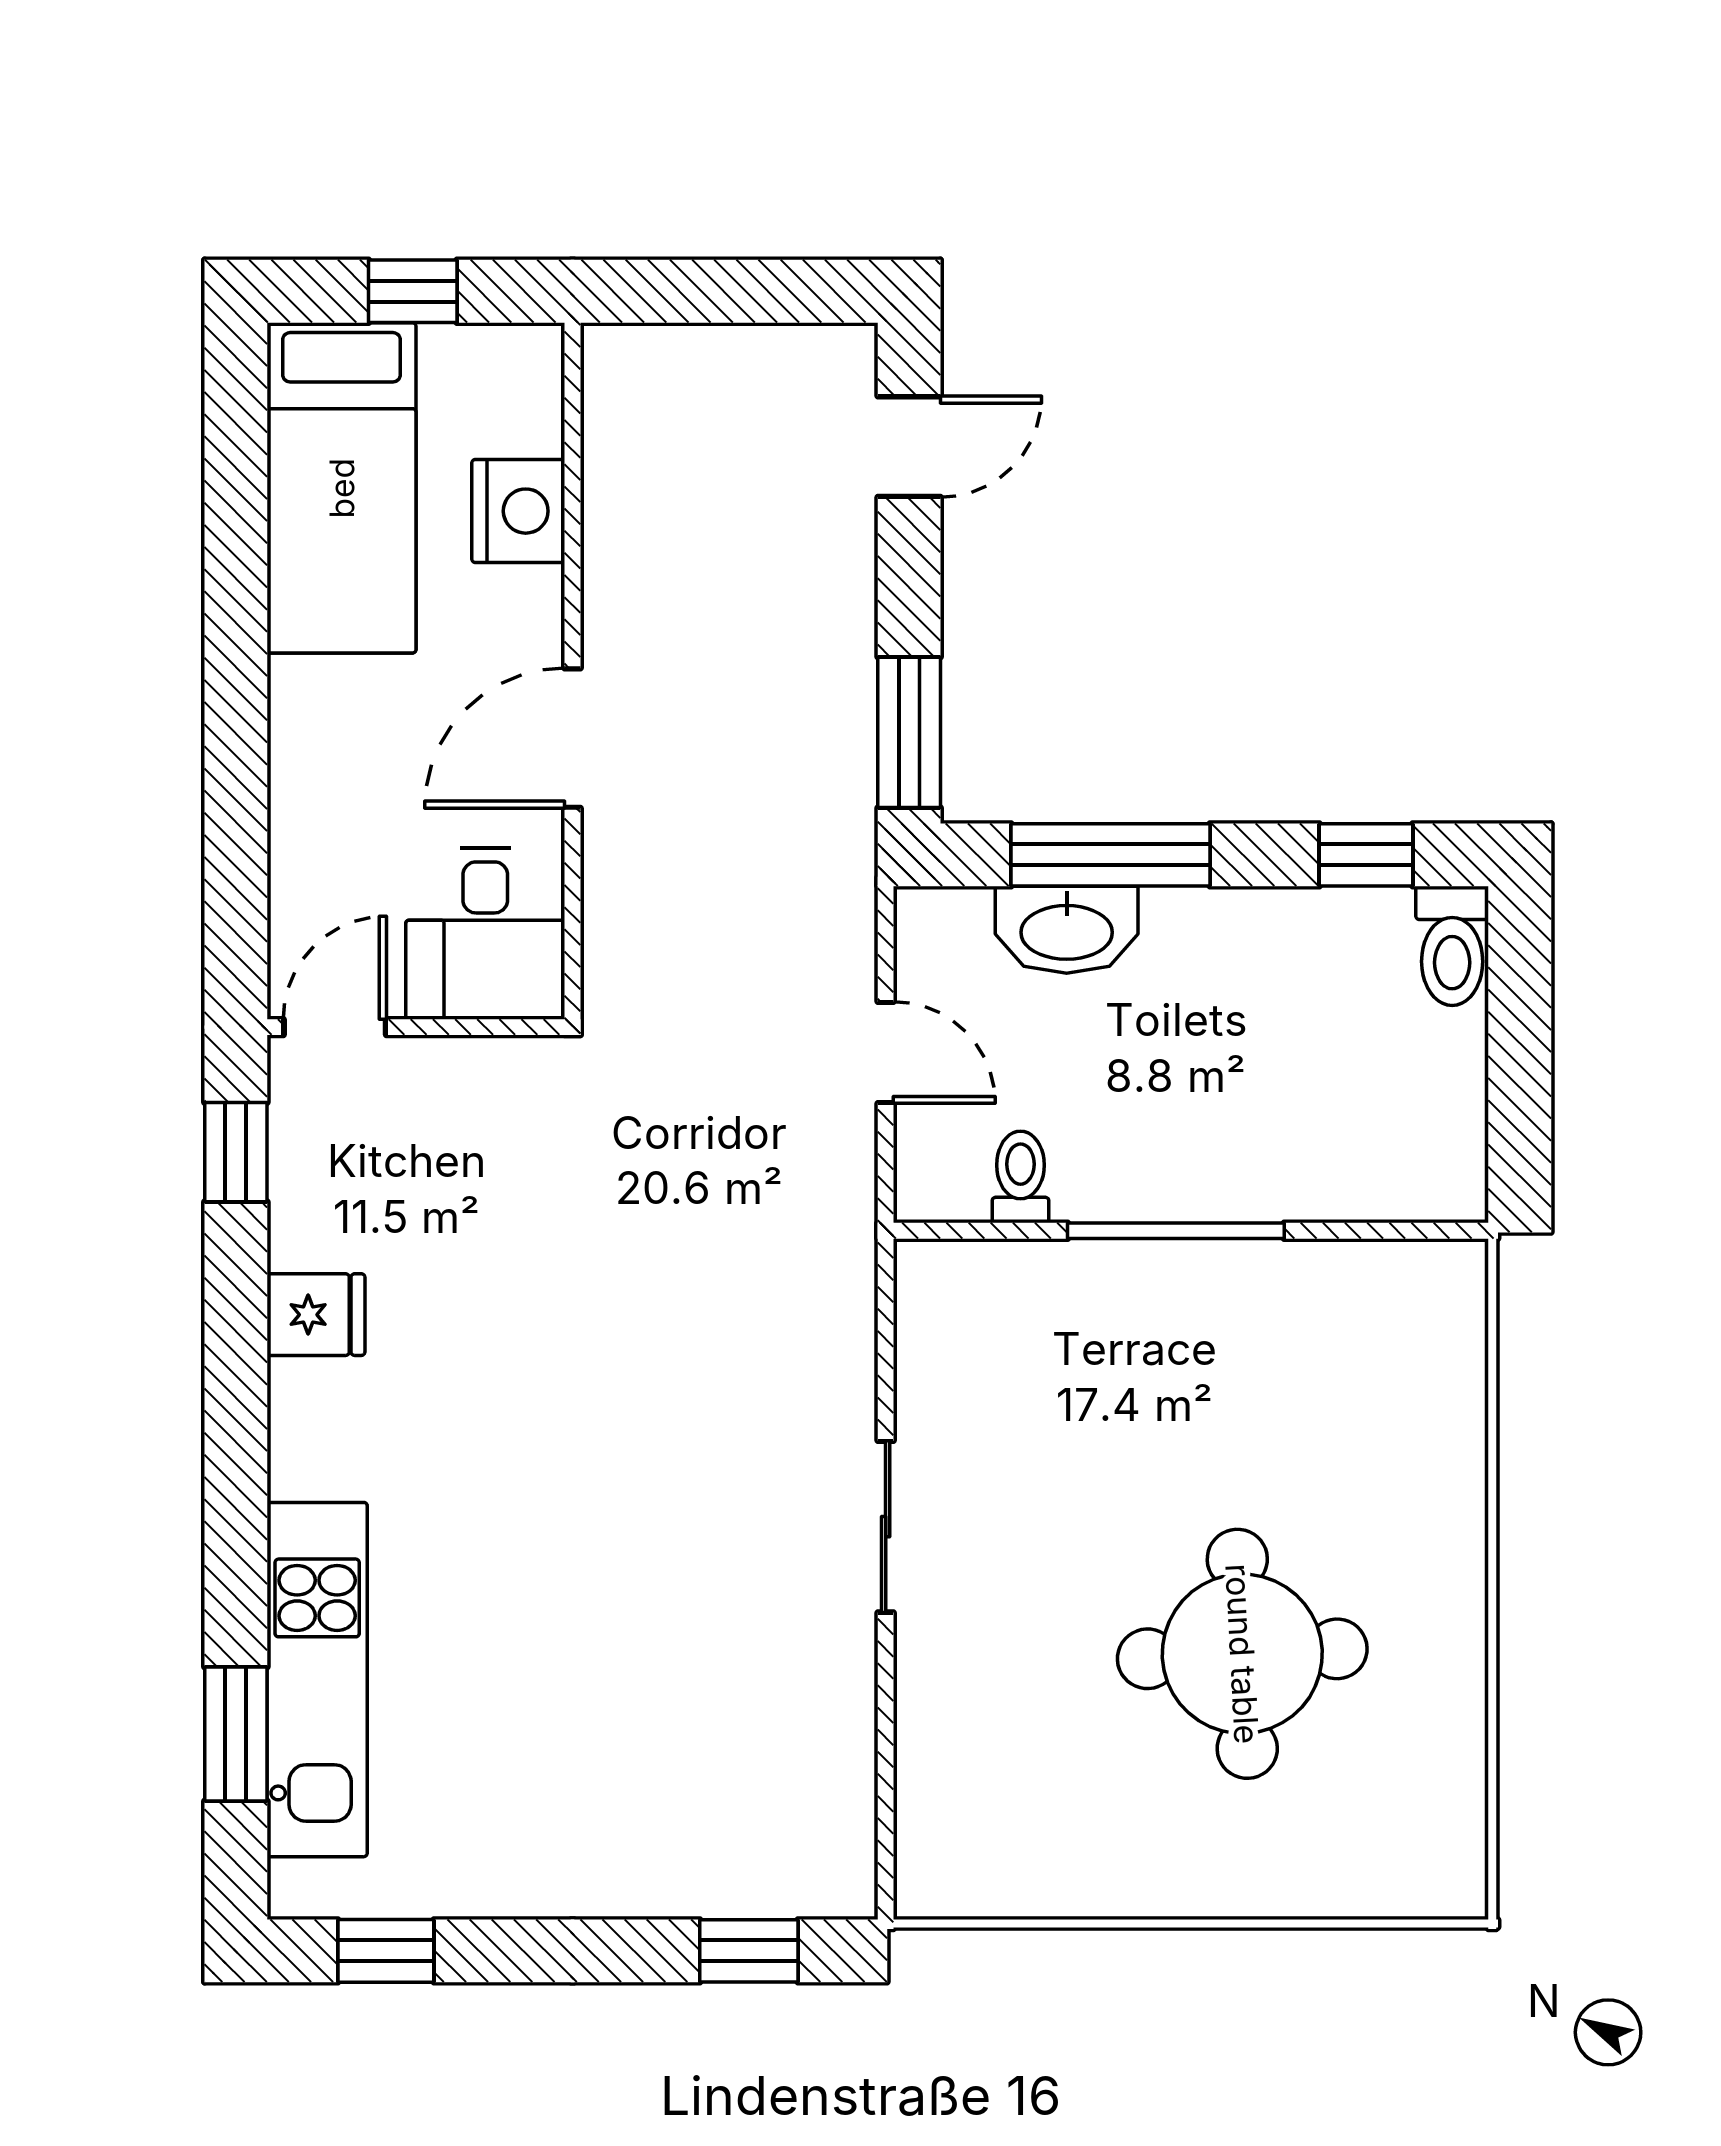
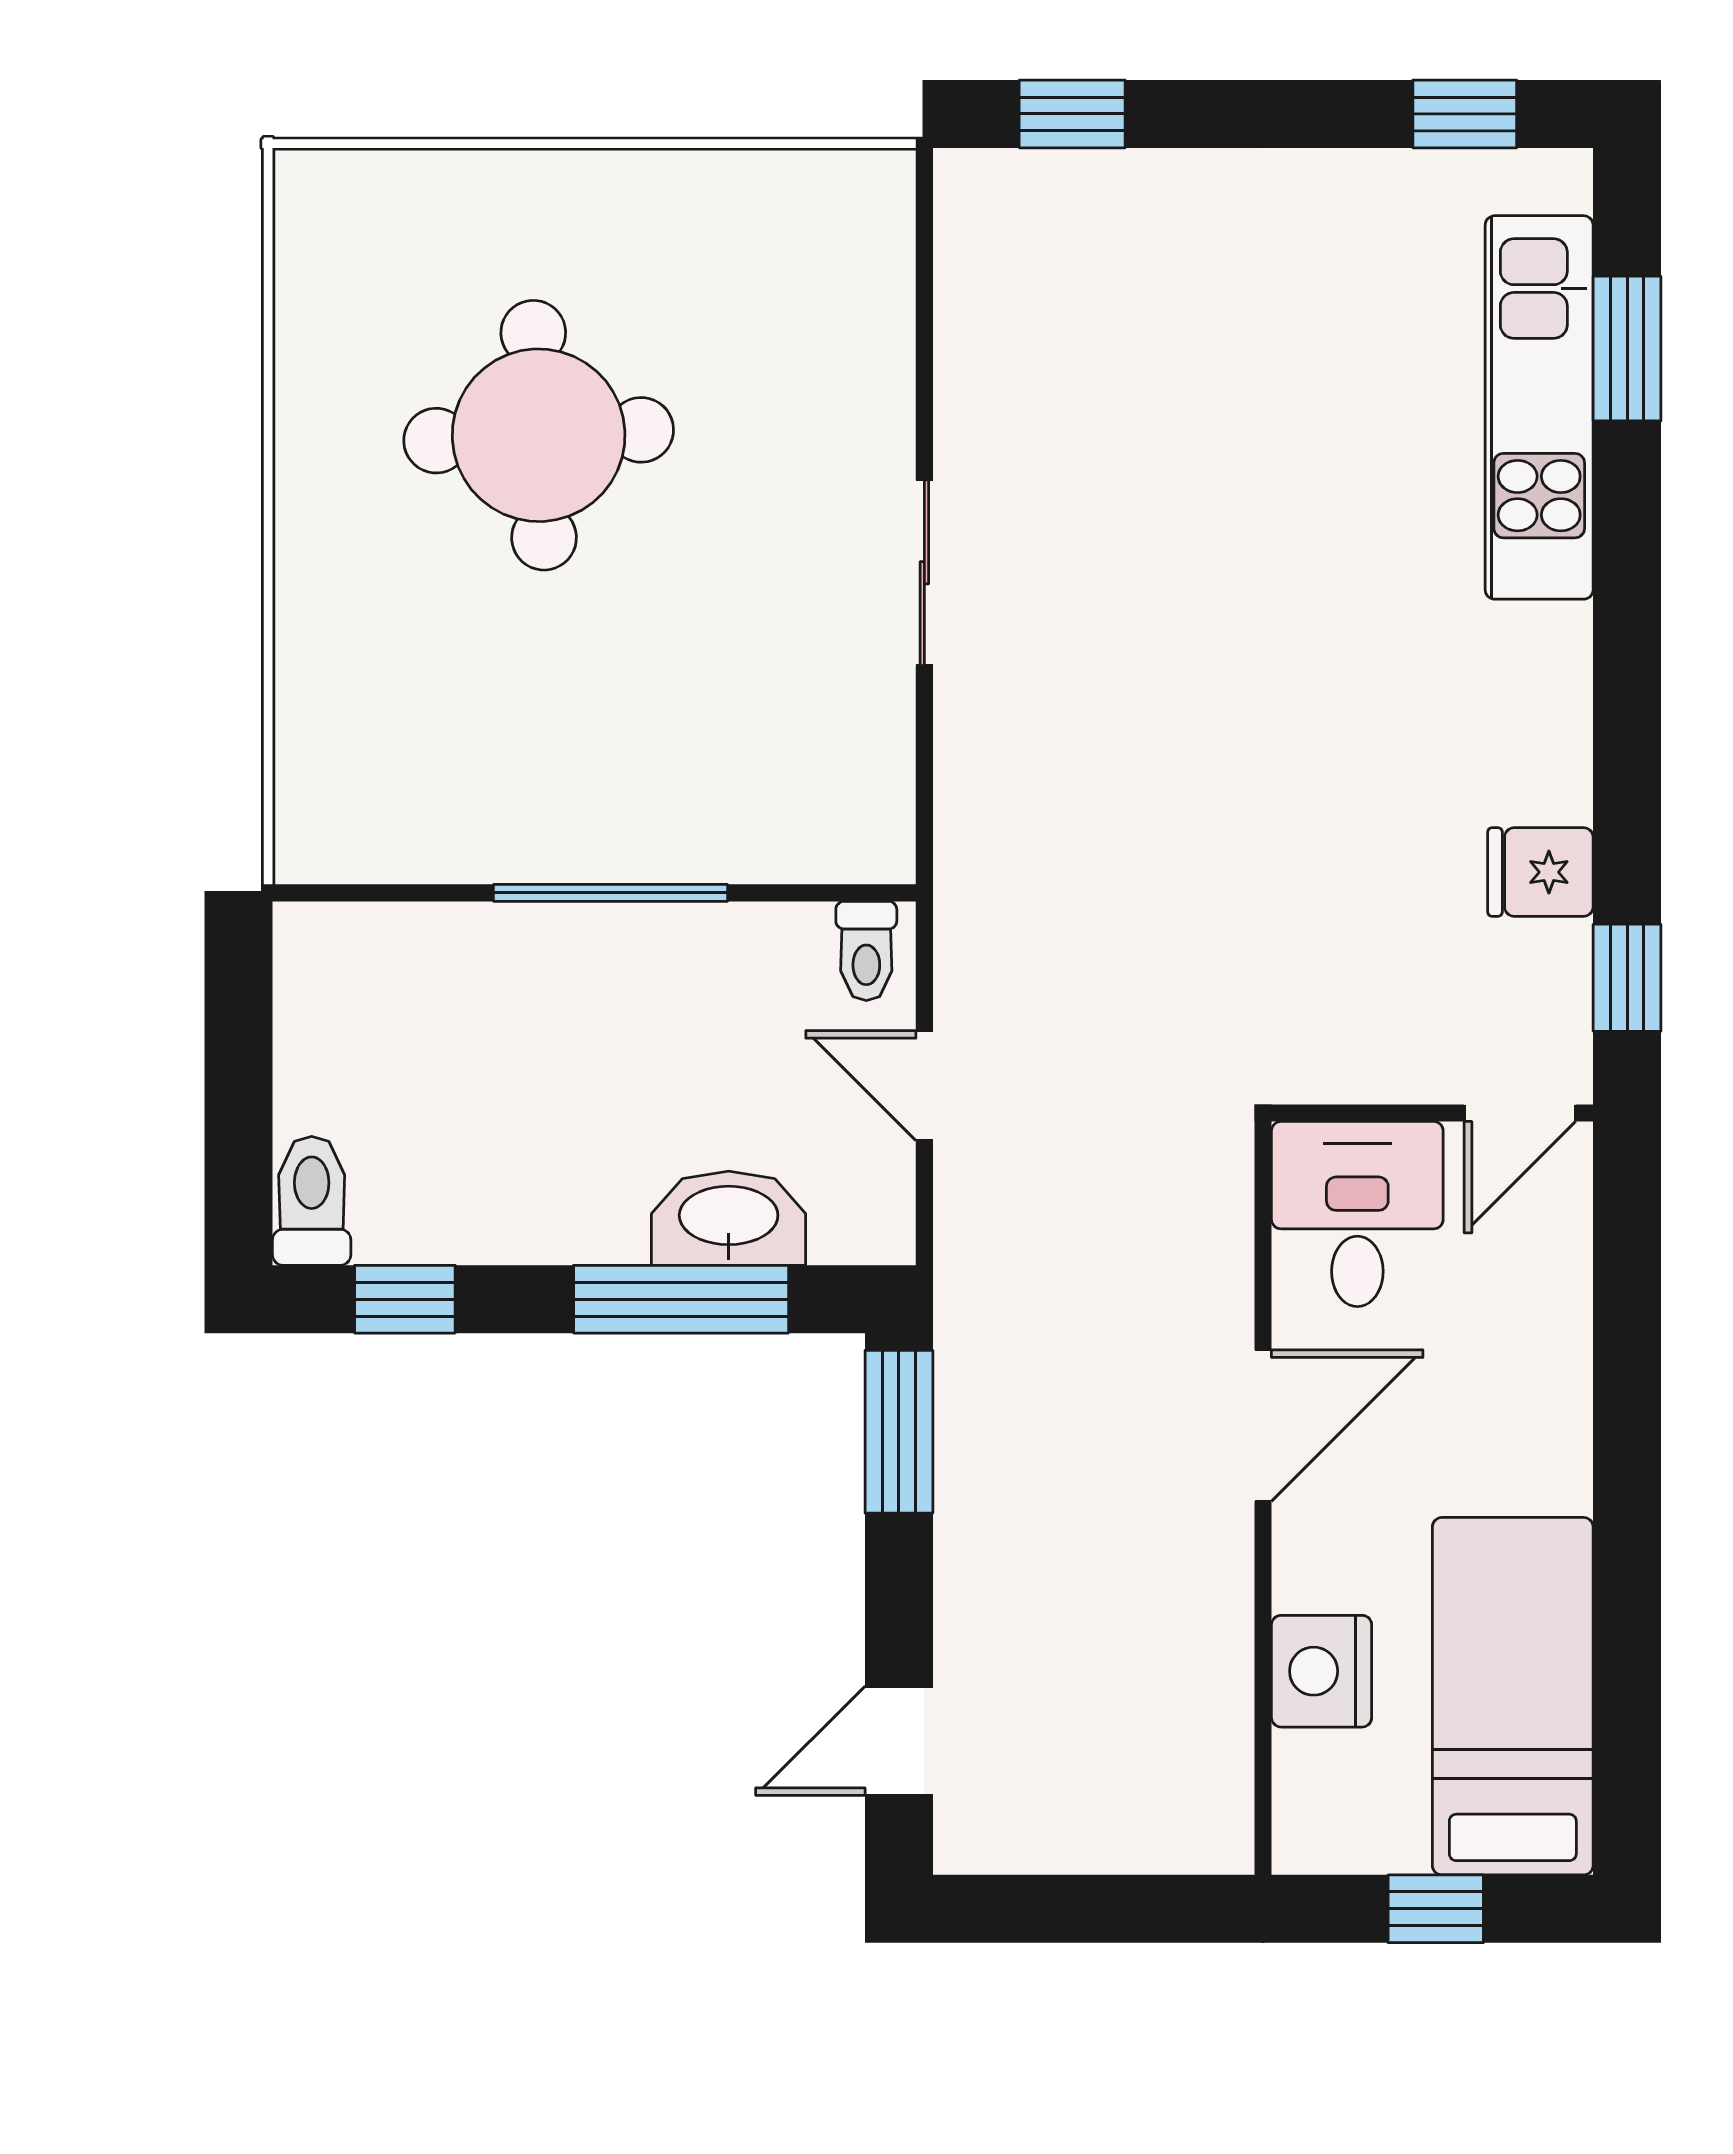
toilet: (1020, 1177) -> (866, 951), moved
fridge: (316, 1315) -> (1540, 872), moved

